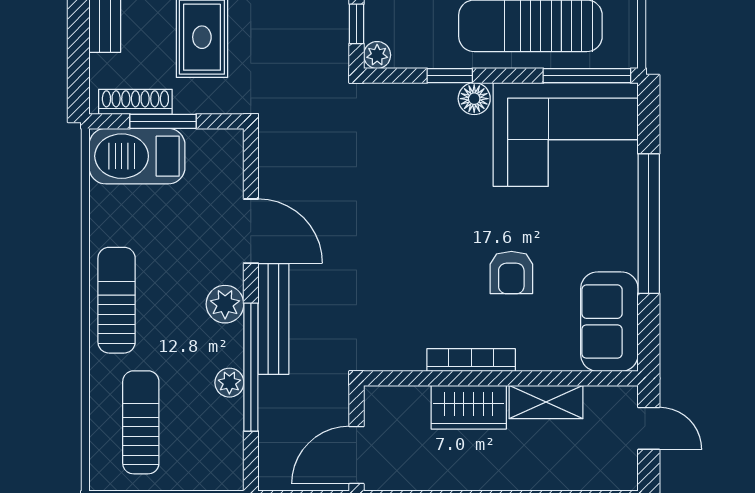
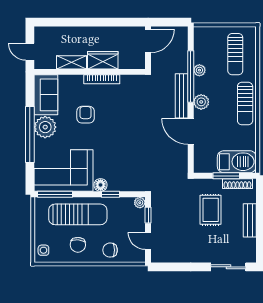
plant: (611, 242) -> (45, 127), added

